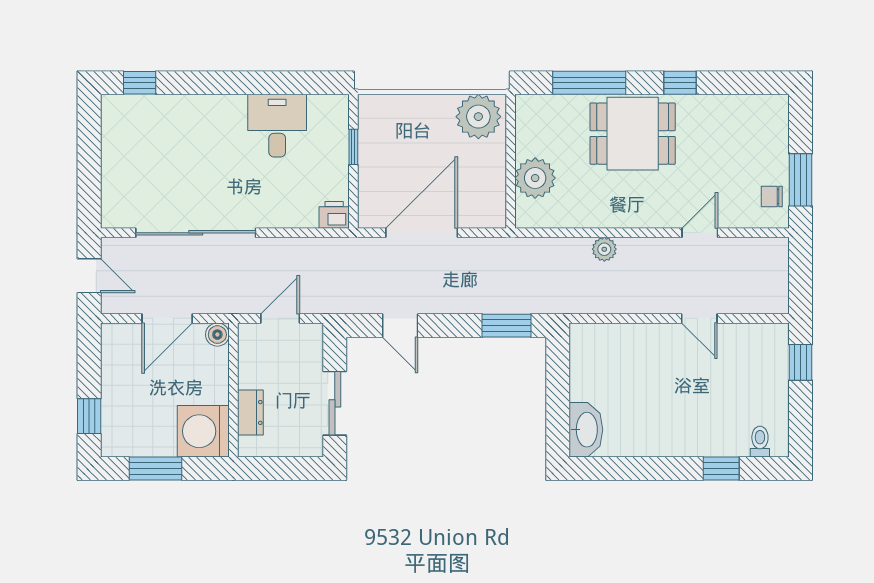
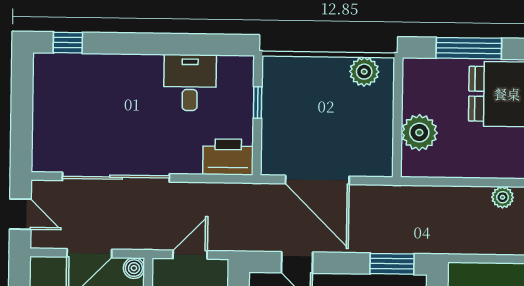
plant: (478, 117) -> (364, 72), width x0.73, depth x0.73
printer: (334, 215) -> (228, 157), width x1.87, depth x1.48
door: (422, 233) -> (317, 180), swing flipped
plant: (604, 249) -> (503, 197), moved

